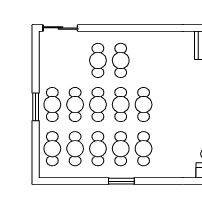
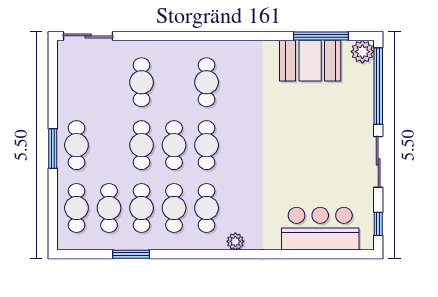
cafe table: (121, 60) -> (207, 82), moved
cafe table: (75, 105) -> (109, 145), removed
plant: (164, 172) -> (235, 241), added
window: (121, 181) -> (131, 254), moved

